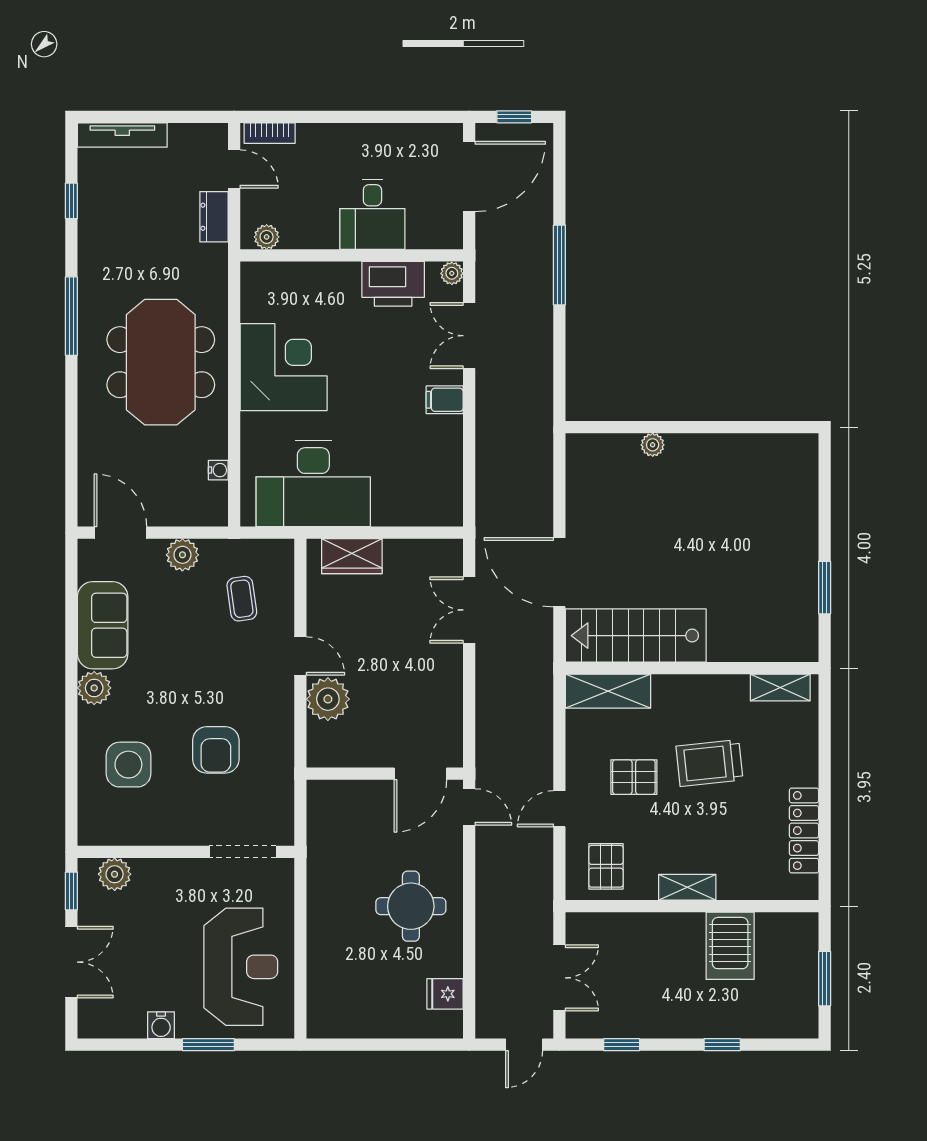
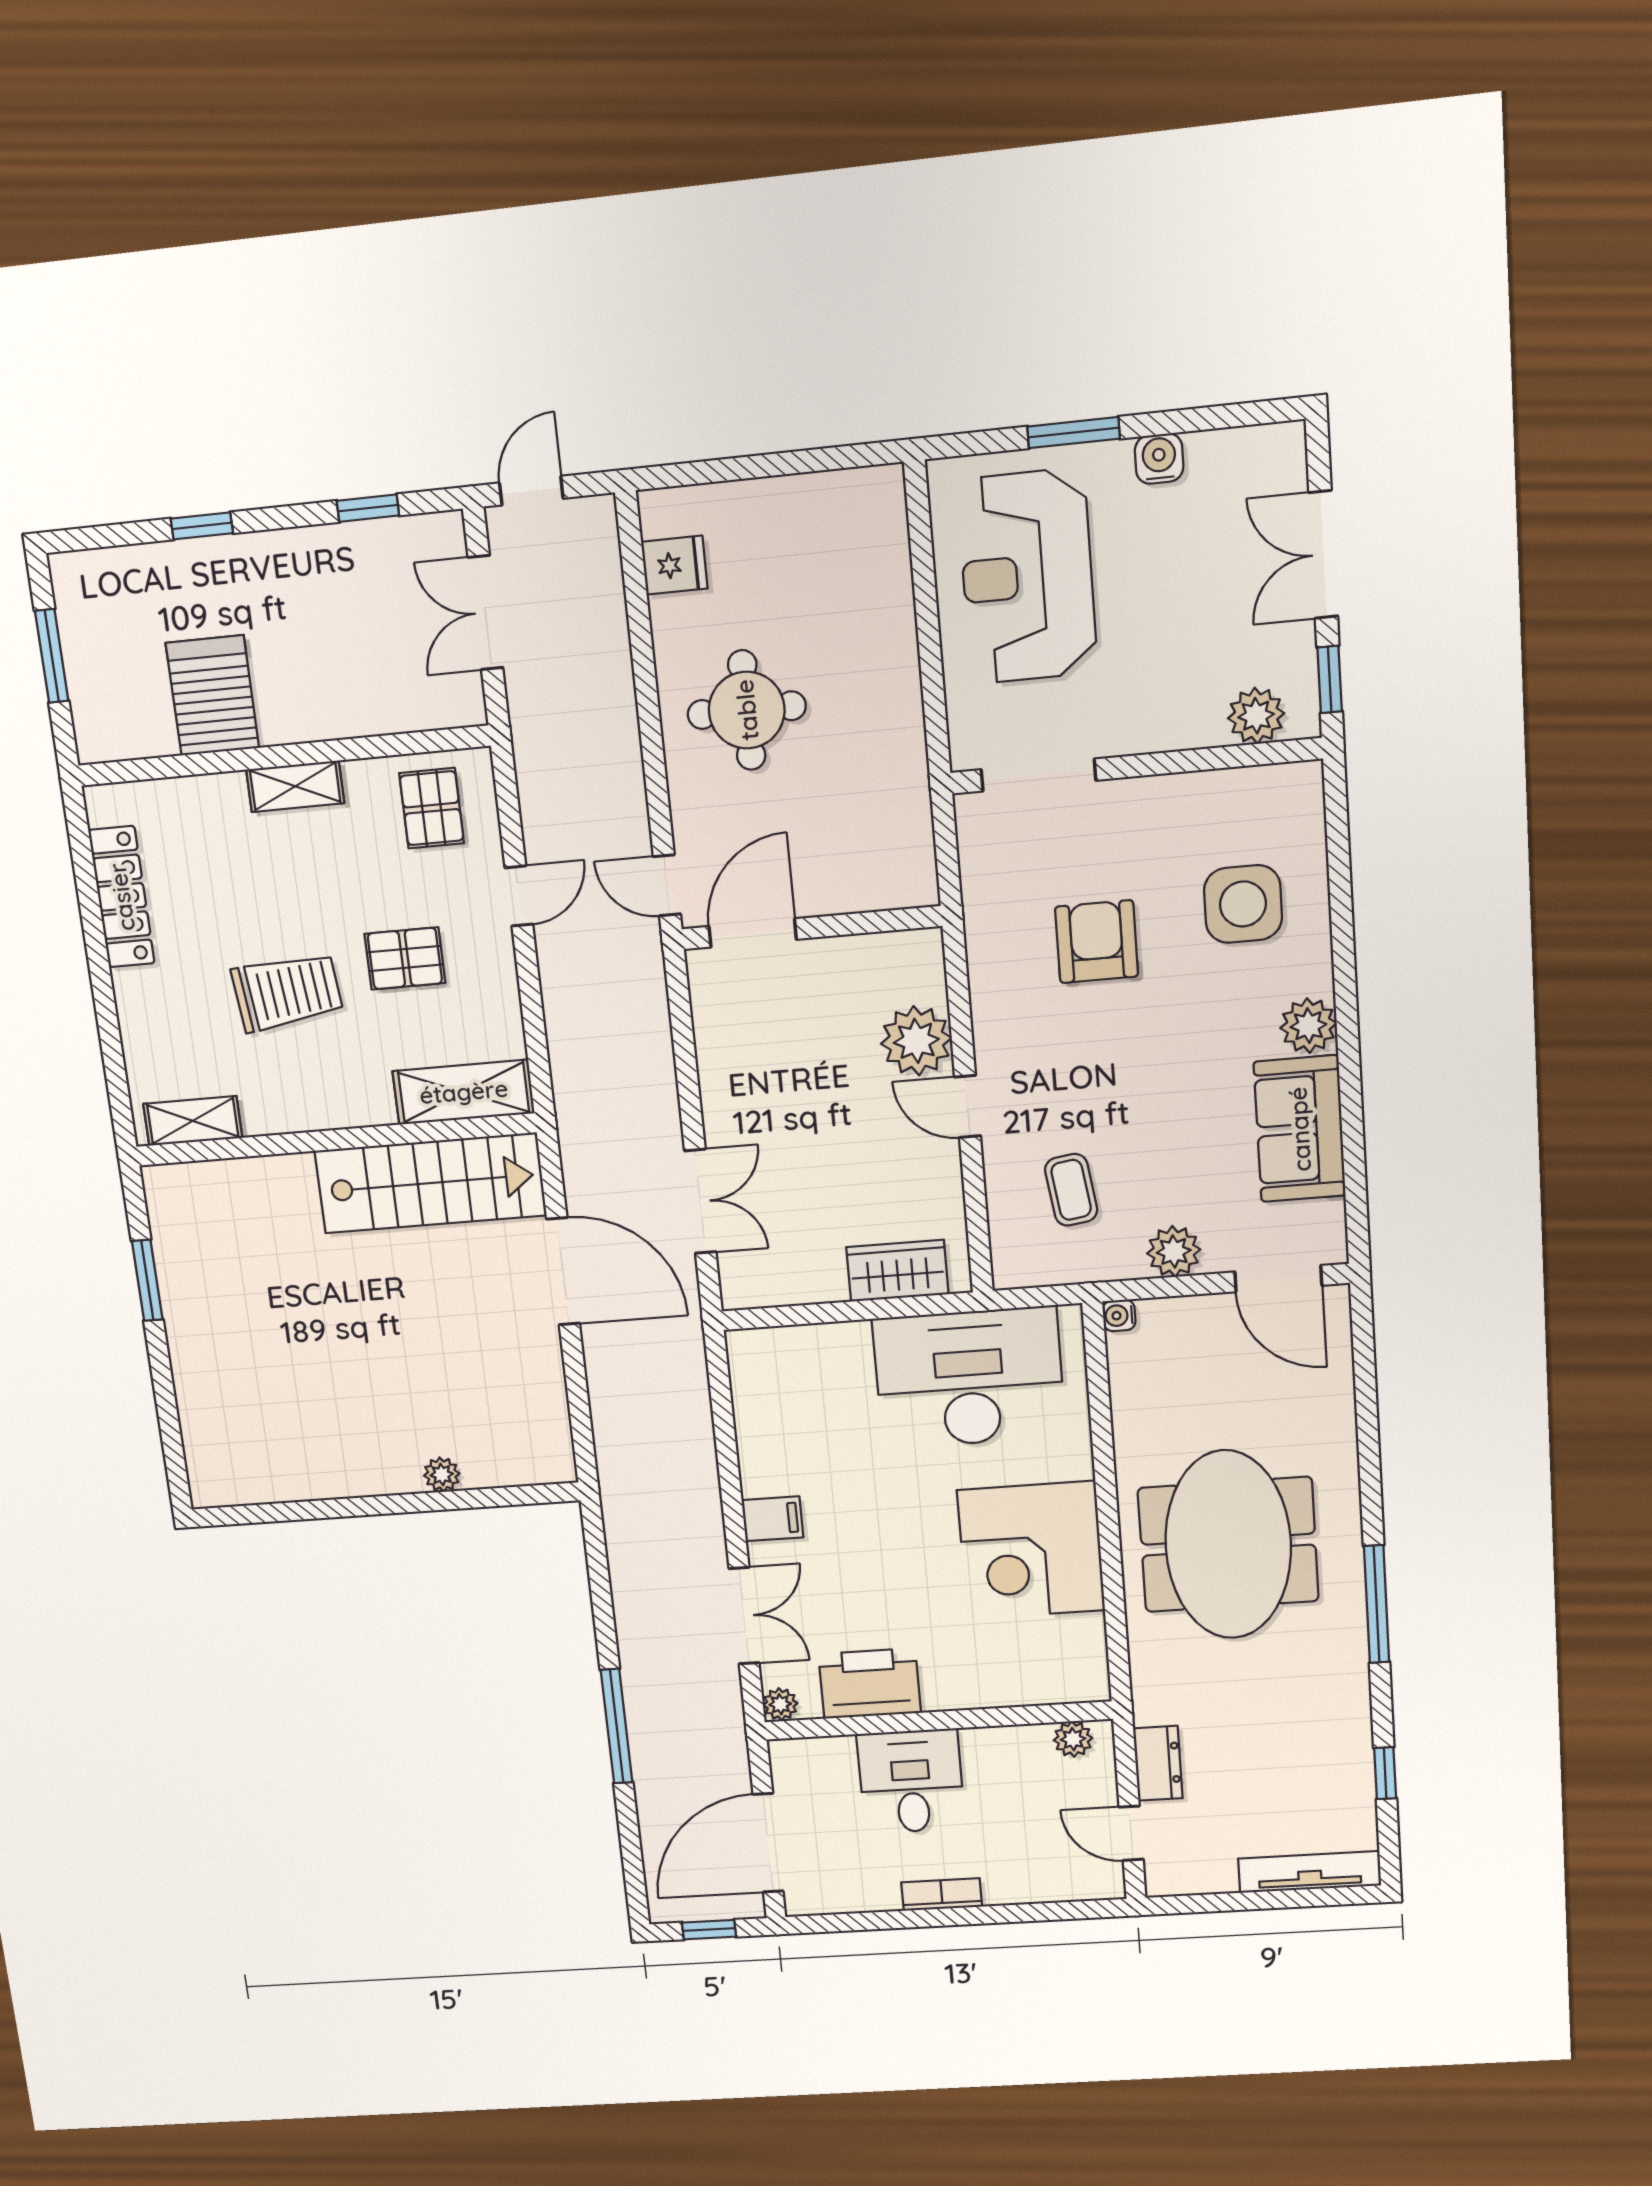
bookcase: (270, 133) -> (942, 1894), moved
water cooler: (218, 470) -> (1119, 1315), moved

